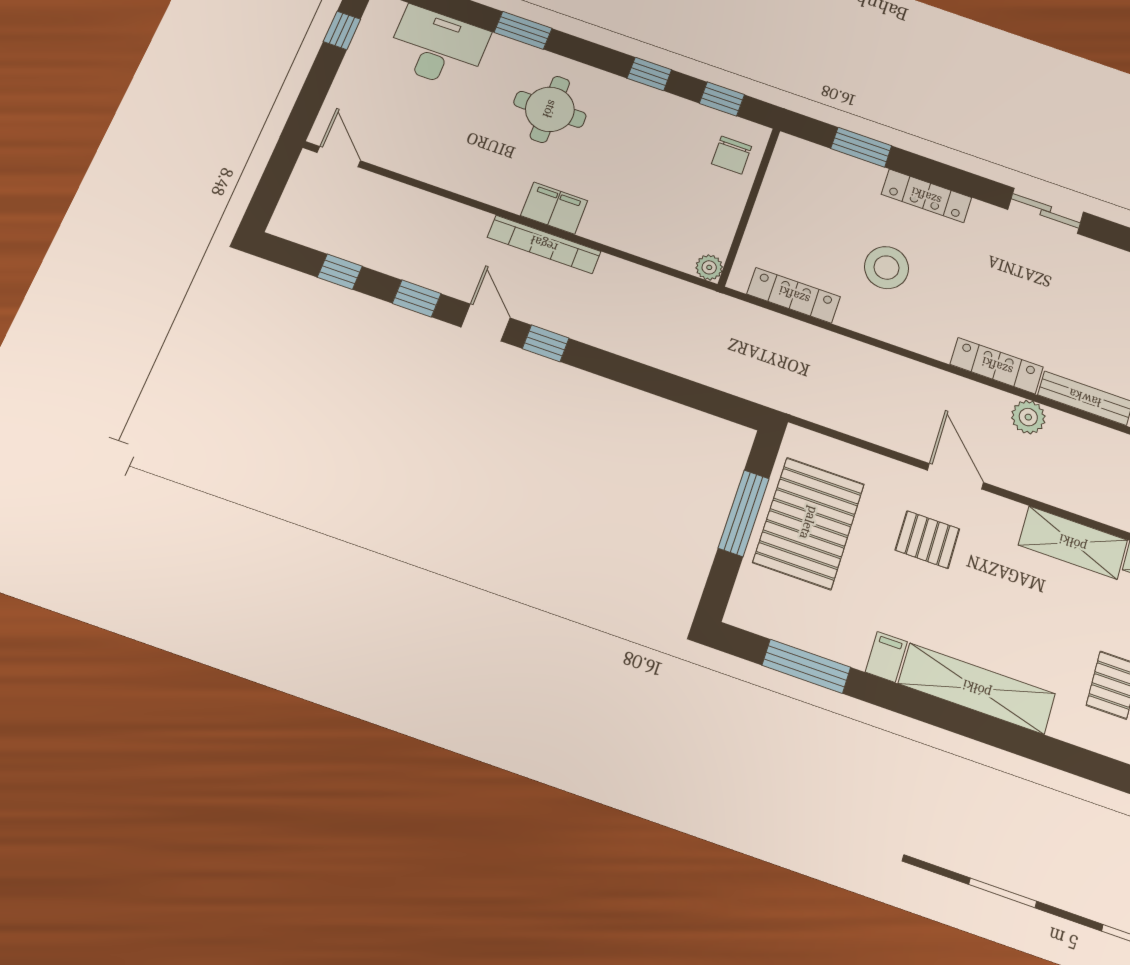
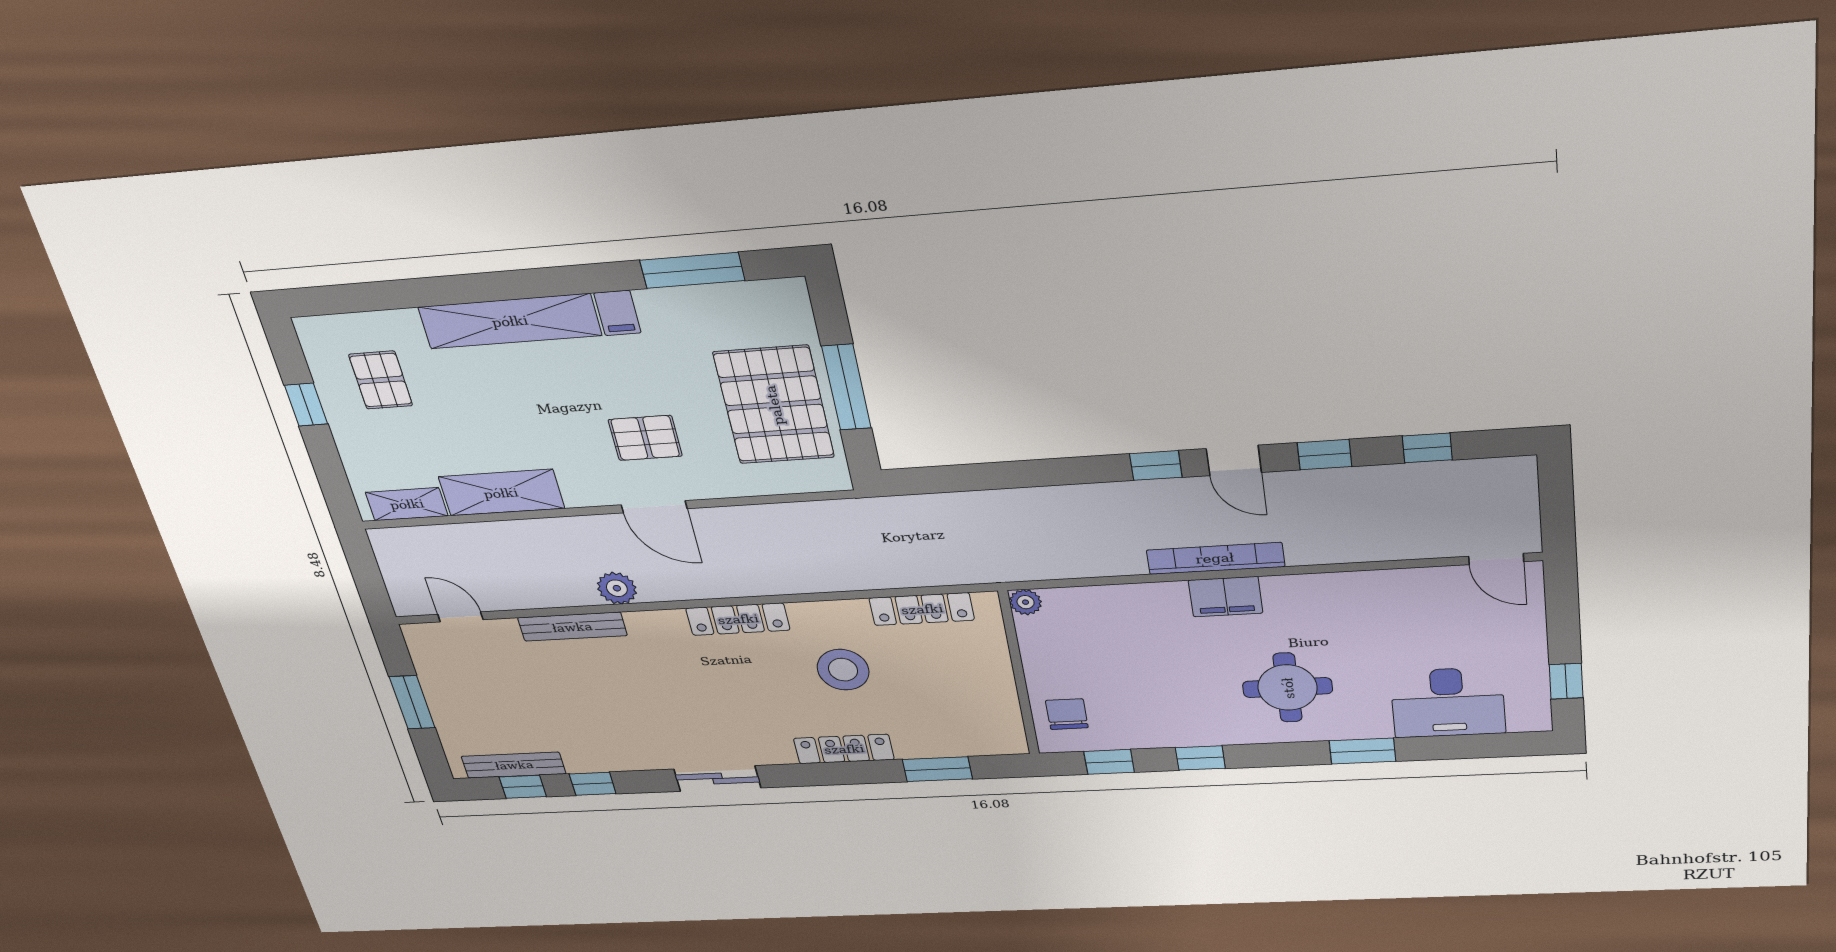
locker: (997, 366) -> (738, 619), moved

